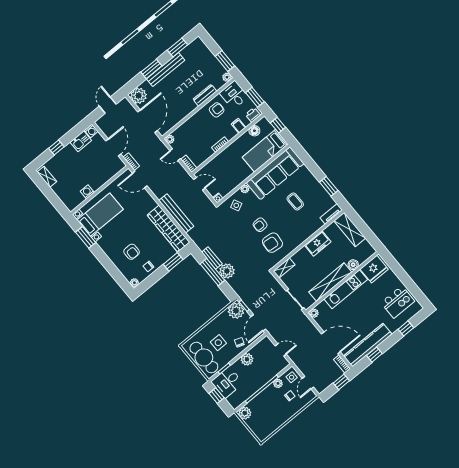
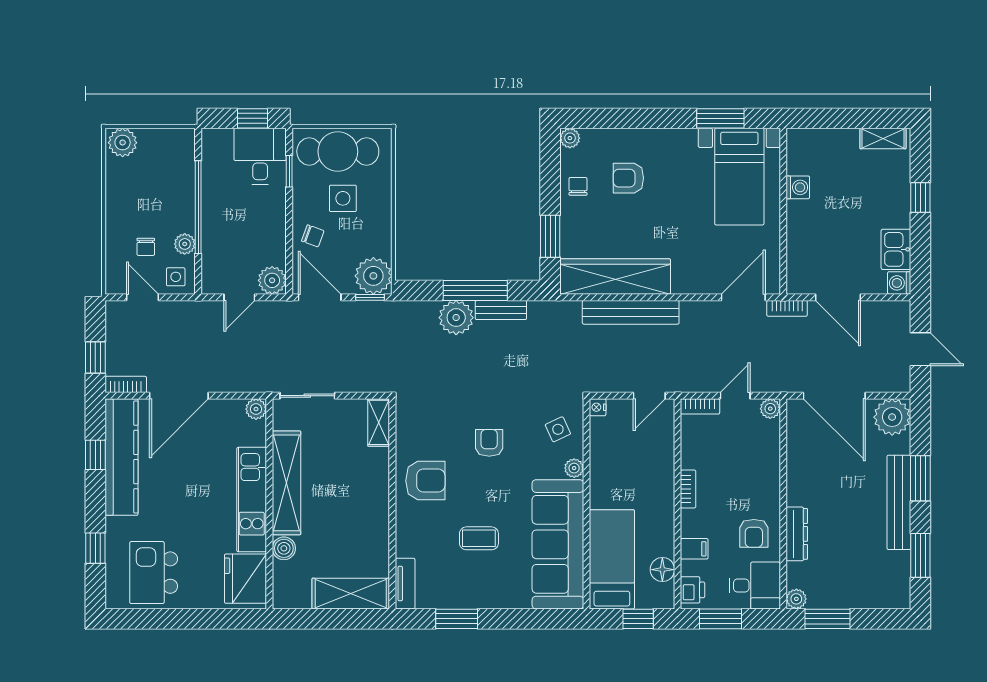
armchair: (272, 243) -> (425, 481), moved, turned 84
freezer: (318, 243) -> (373, 517), removed
plant: (247, 359) -> (272, 280), moved
plant: (245, 413) -> (123, 143), moved

